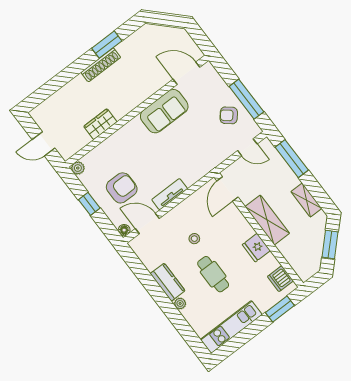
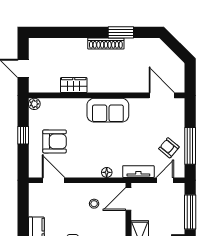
sofa: (164, 111) -> (108, 110), moved
door: (247, 147) -> (165, 180), swing flipped
tv unit: (170, 194) -> (138, 172), moved
floor lamp: (124, 230) -> (107, 172), moved
stool: (194, 239) -> (94, 204), moved

